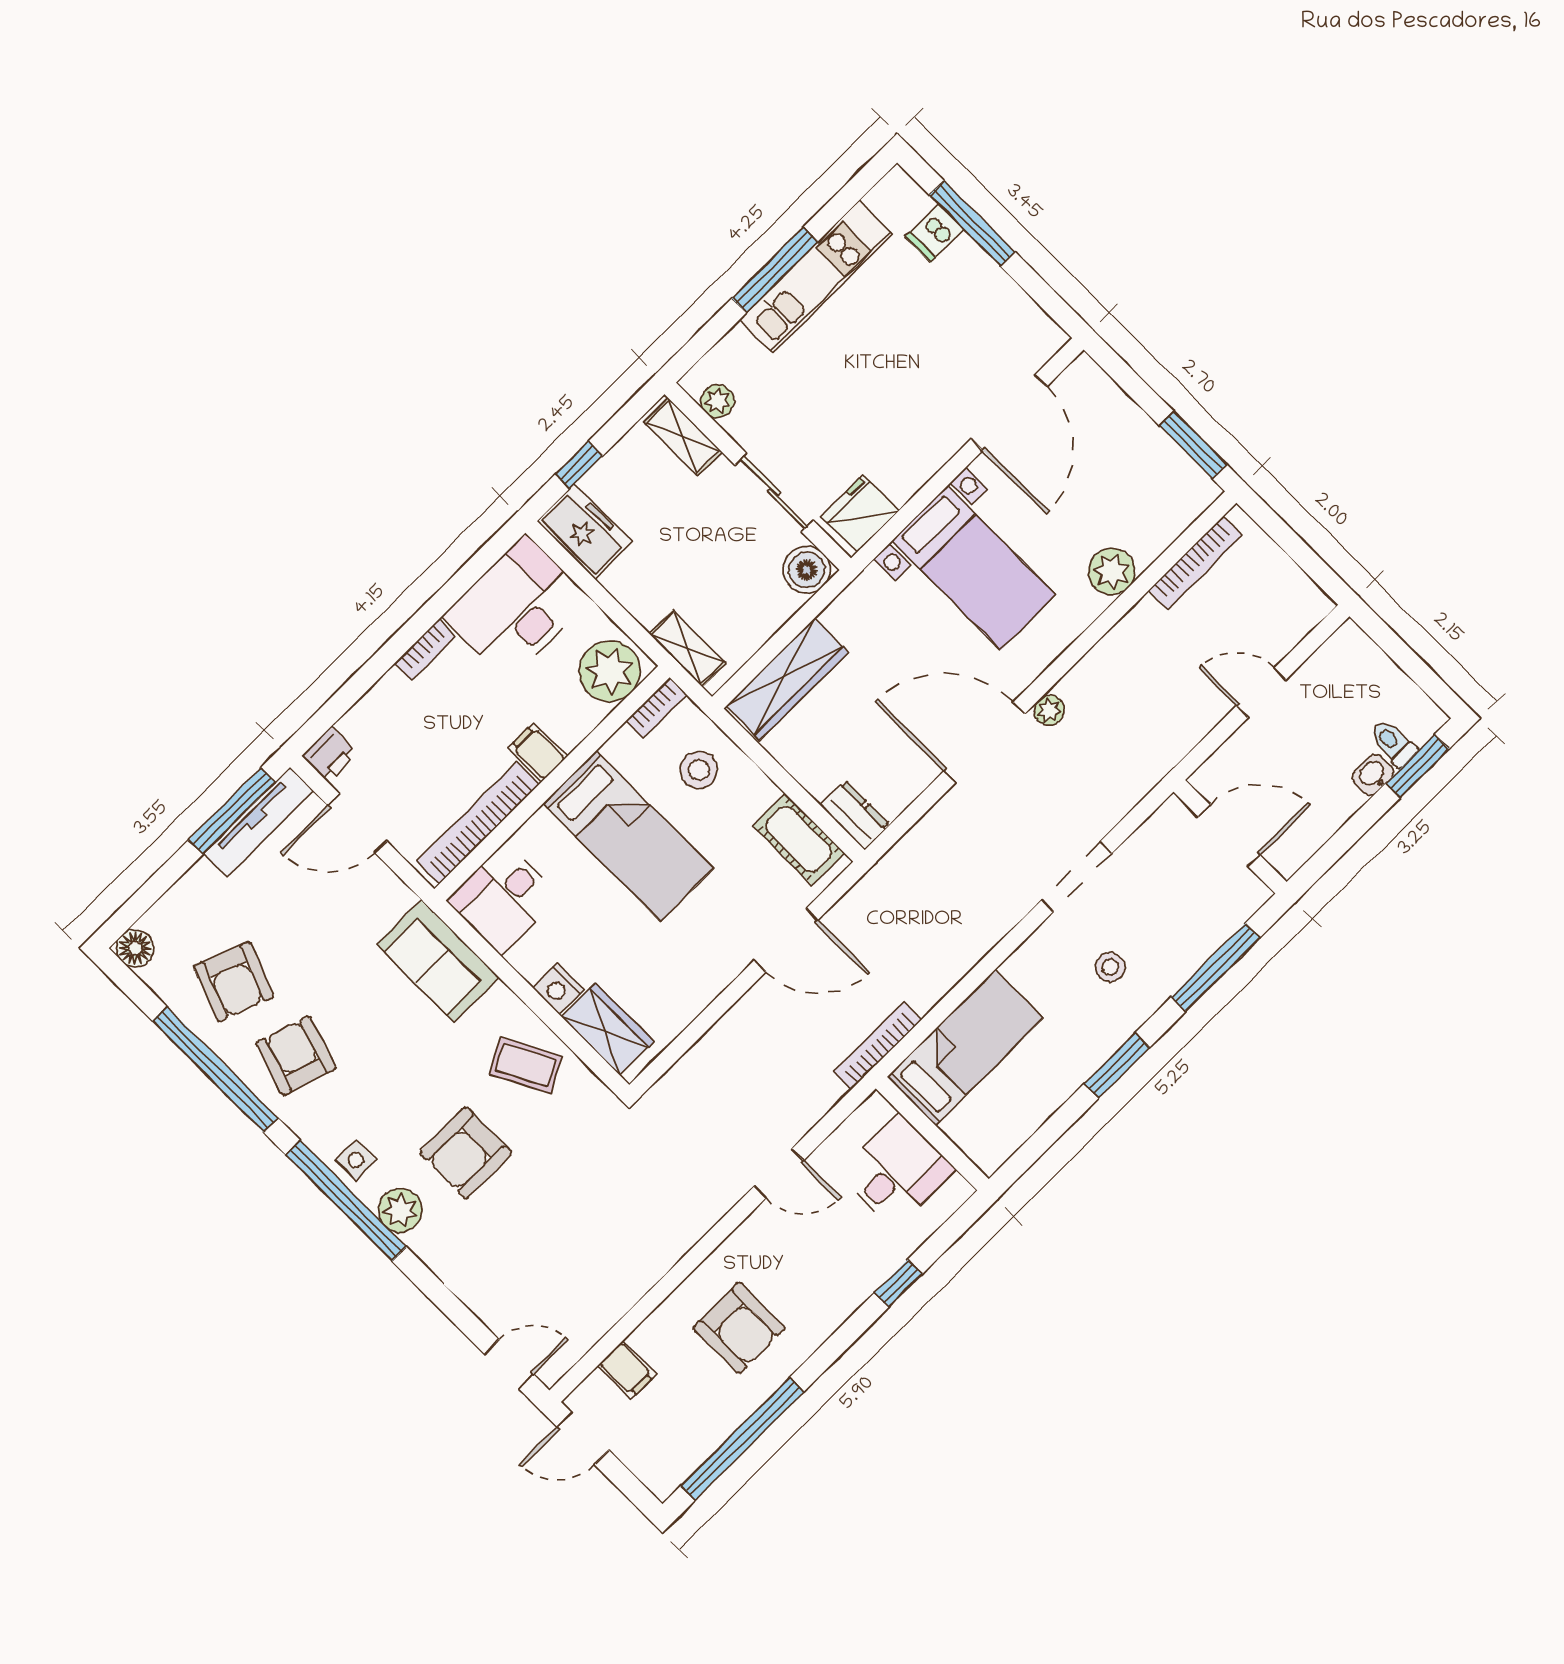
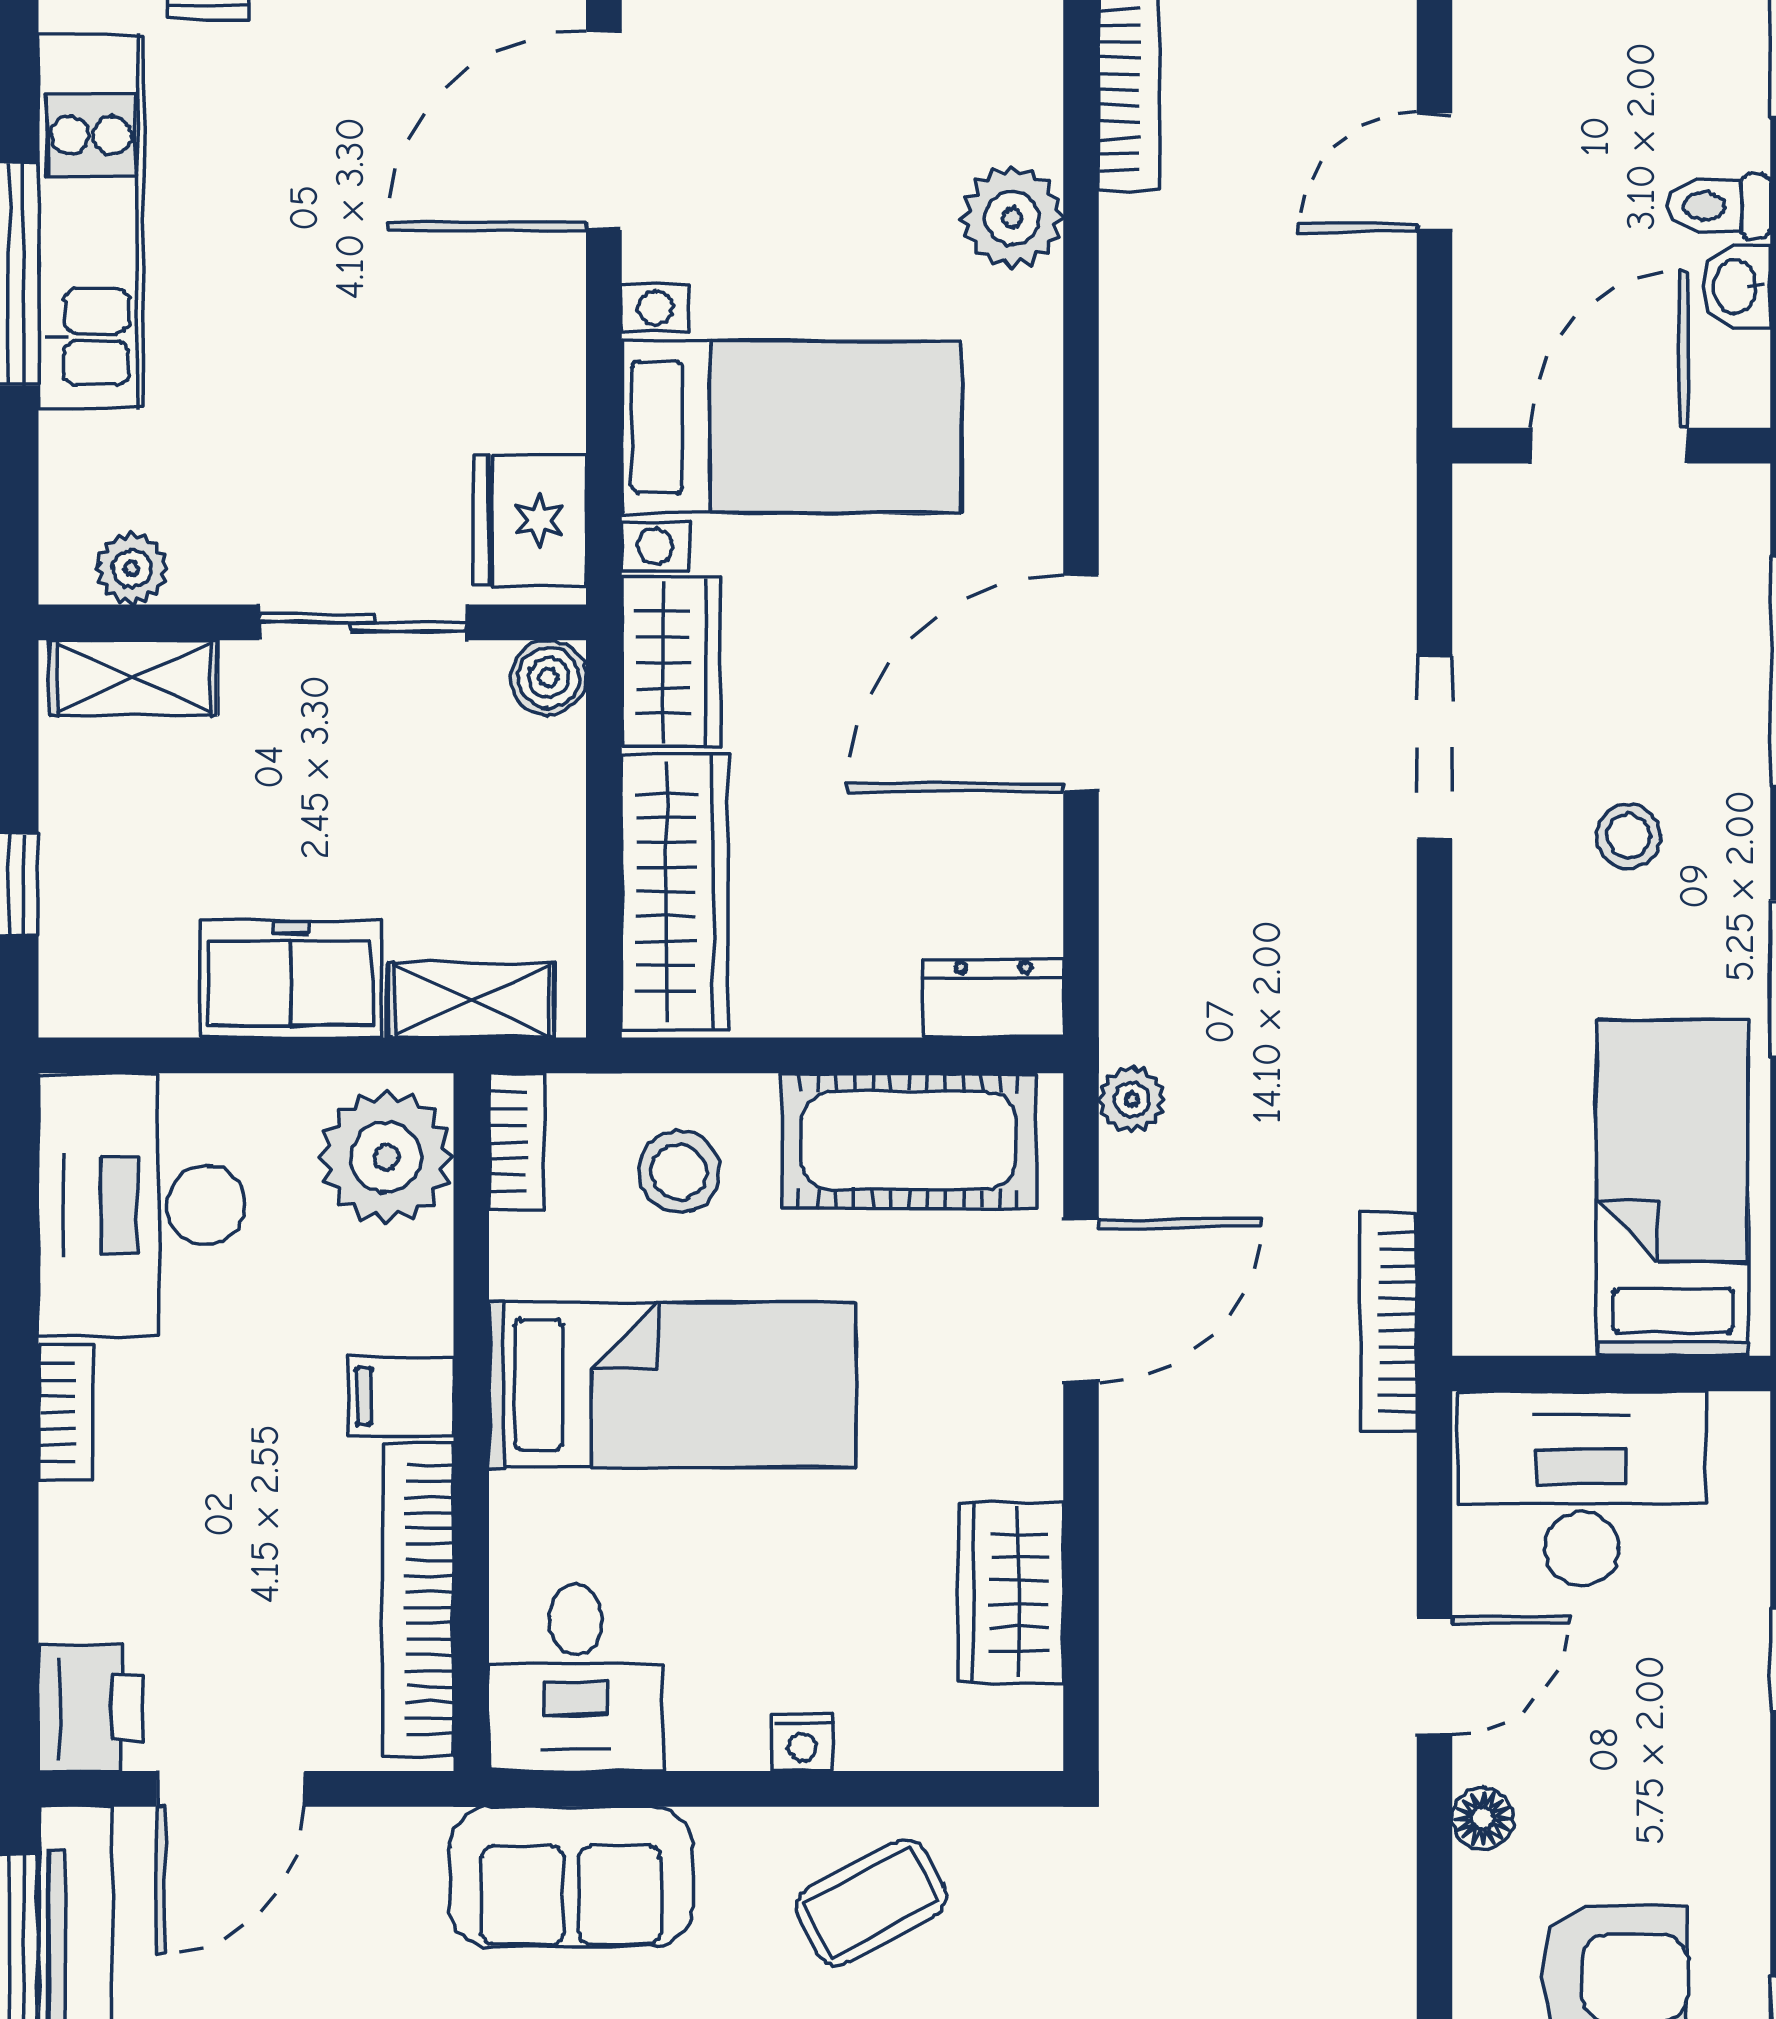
door: (1009, 412) -> (604, 130), swing flipped
freezer: (585, 531) -> (291, 979), moved
boiler: (807, 570) -> (548, 678), width x0.73, depth x0.73
wardrobe: (860, 604) -> (671, 662), added
plant: (1049, 710) -> (1132, 1099), moved
toilet: (1393, 743) -> (1719, 206), moved
printer: (330, 755) -> (91, 1708), width x1.36, depth x1.24
washbasin: (1373, 775) -> (1737, 287), moved
cot: (799, 839) -> (909, 1141), width x1.37, depth x1.34
nightstand: (558, 989) -> (802, 1743), width x0.72, depth x0.74
wardrobe: (608, 1029) -> (1011, 1593), moved, turned -90
bed: (965, 1047) -> (1673, 1188), moved
desk: (897, 1172) -> (1582, 1488), width x1.37
floor lamp: (748, 1235) -> (1483, 1819), added

